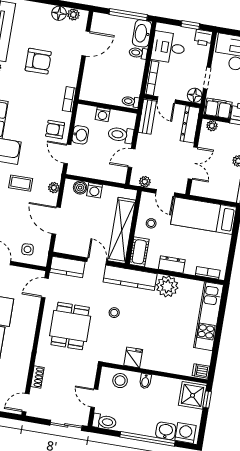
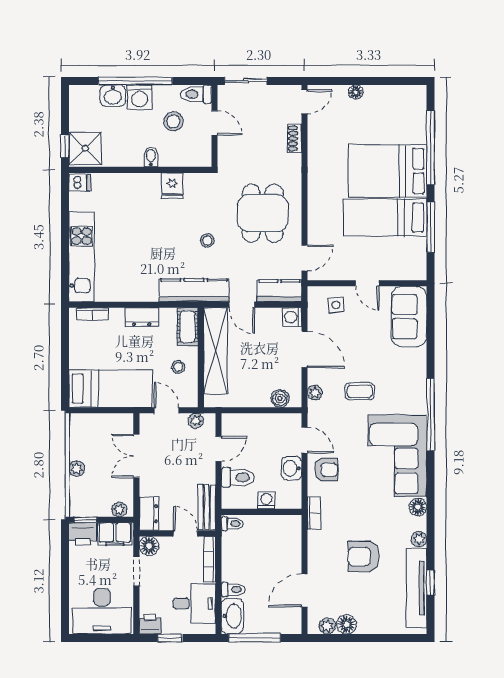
dresser: (190, 124) -> (149, 514), width x0.70
washing machine: (95, 190) -> (292, 317), moved, turned -90
plant: (167, 286) -> (143, 287), removed
stool: (120, 381) -> (173, 121), moved
washing machine: (185, 433) -> (140, 97), moved

